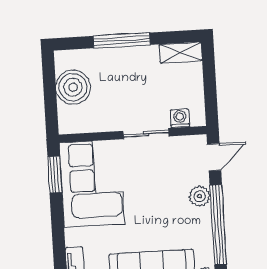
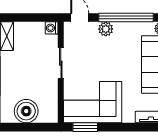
washing machine: (180, 118) -> (52, 28), moved

